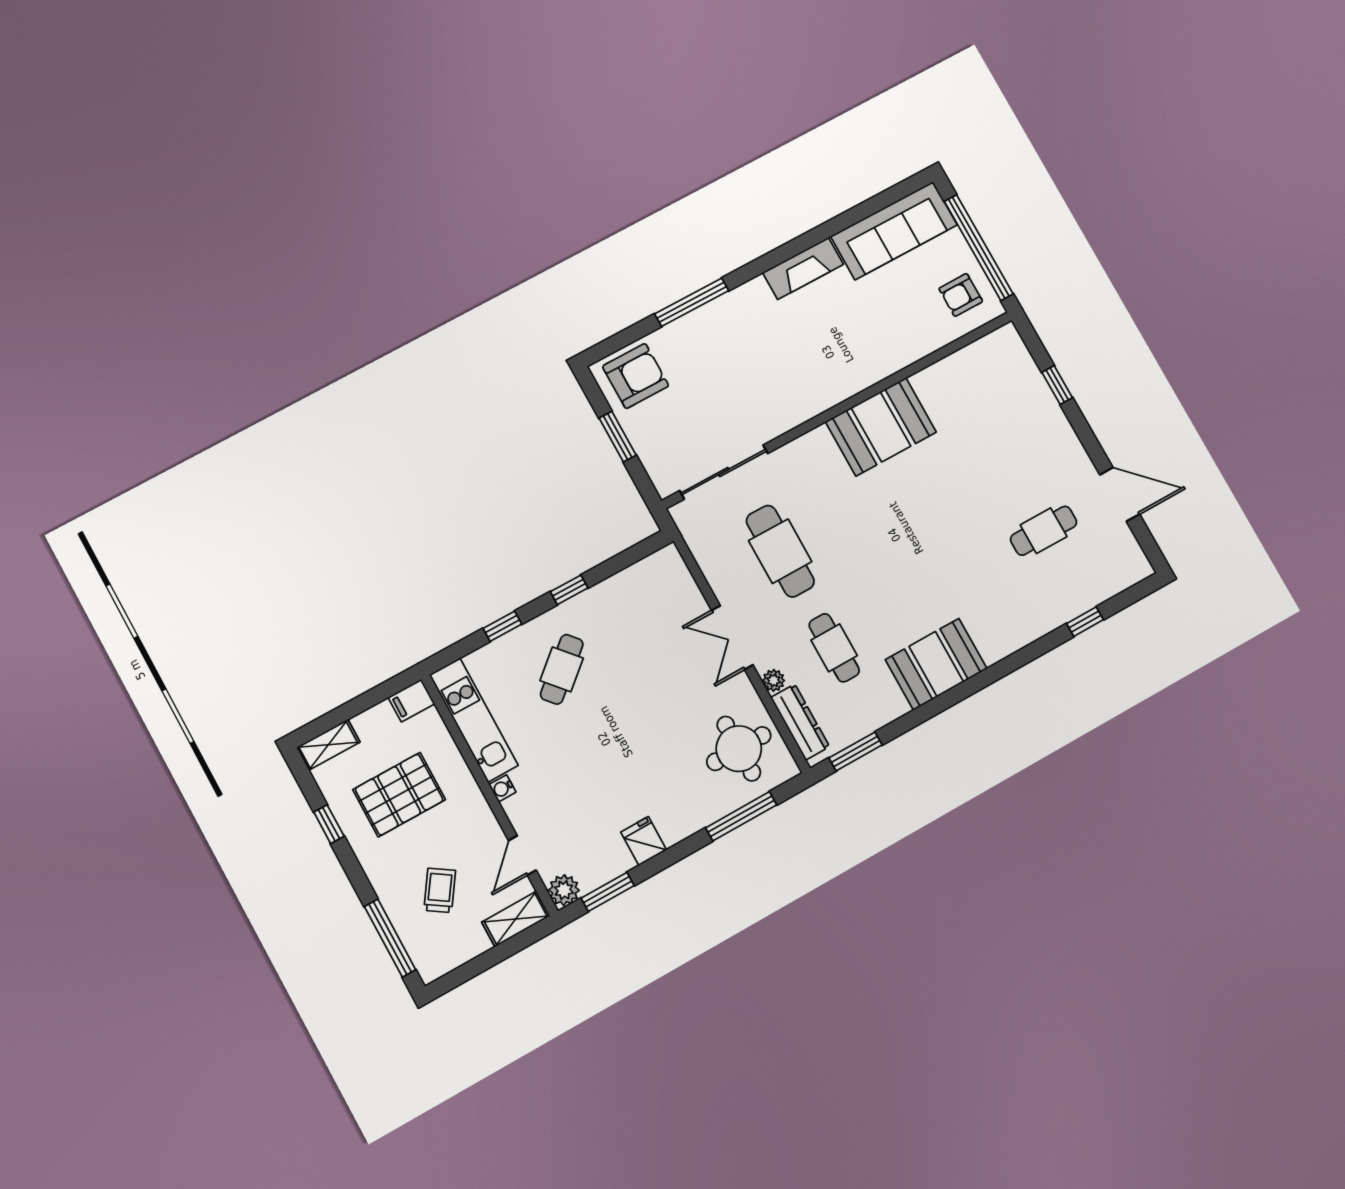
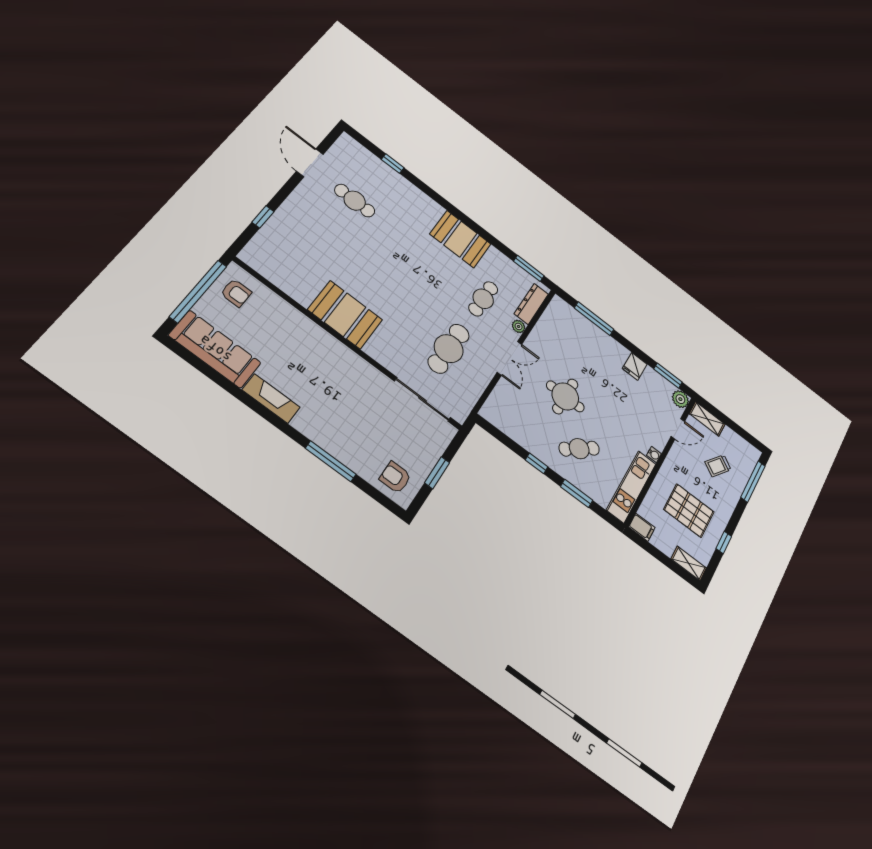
armchair: (636, 376) -> (395, 477), width x0.72, depth x0.72
window: (502, 626) -> (577, 493), width x1.50
round table: (739, 749) -> (565, 396), moved

